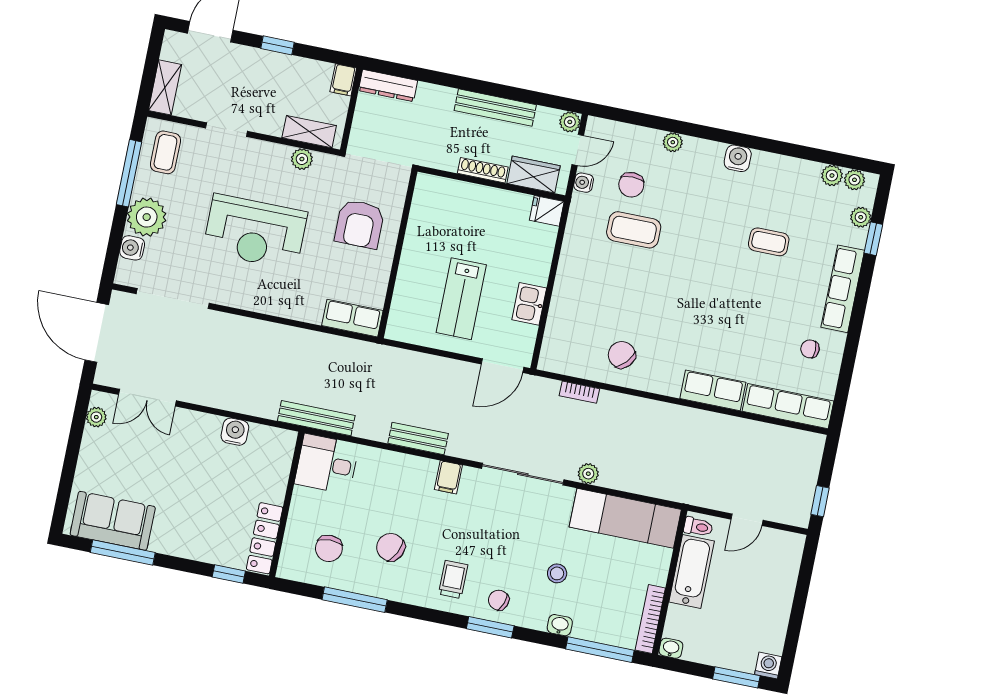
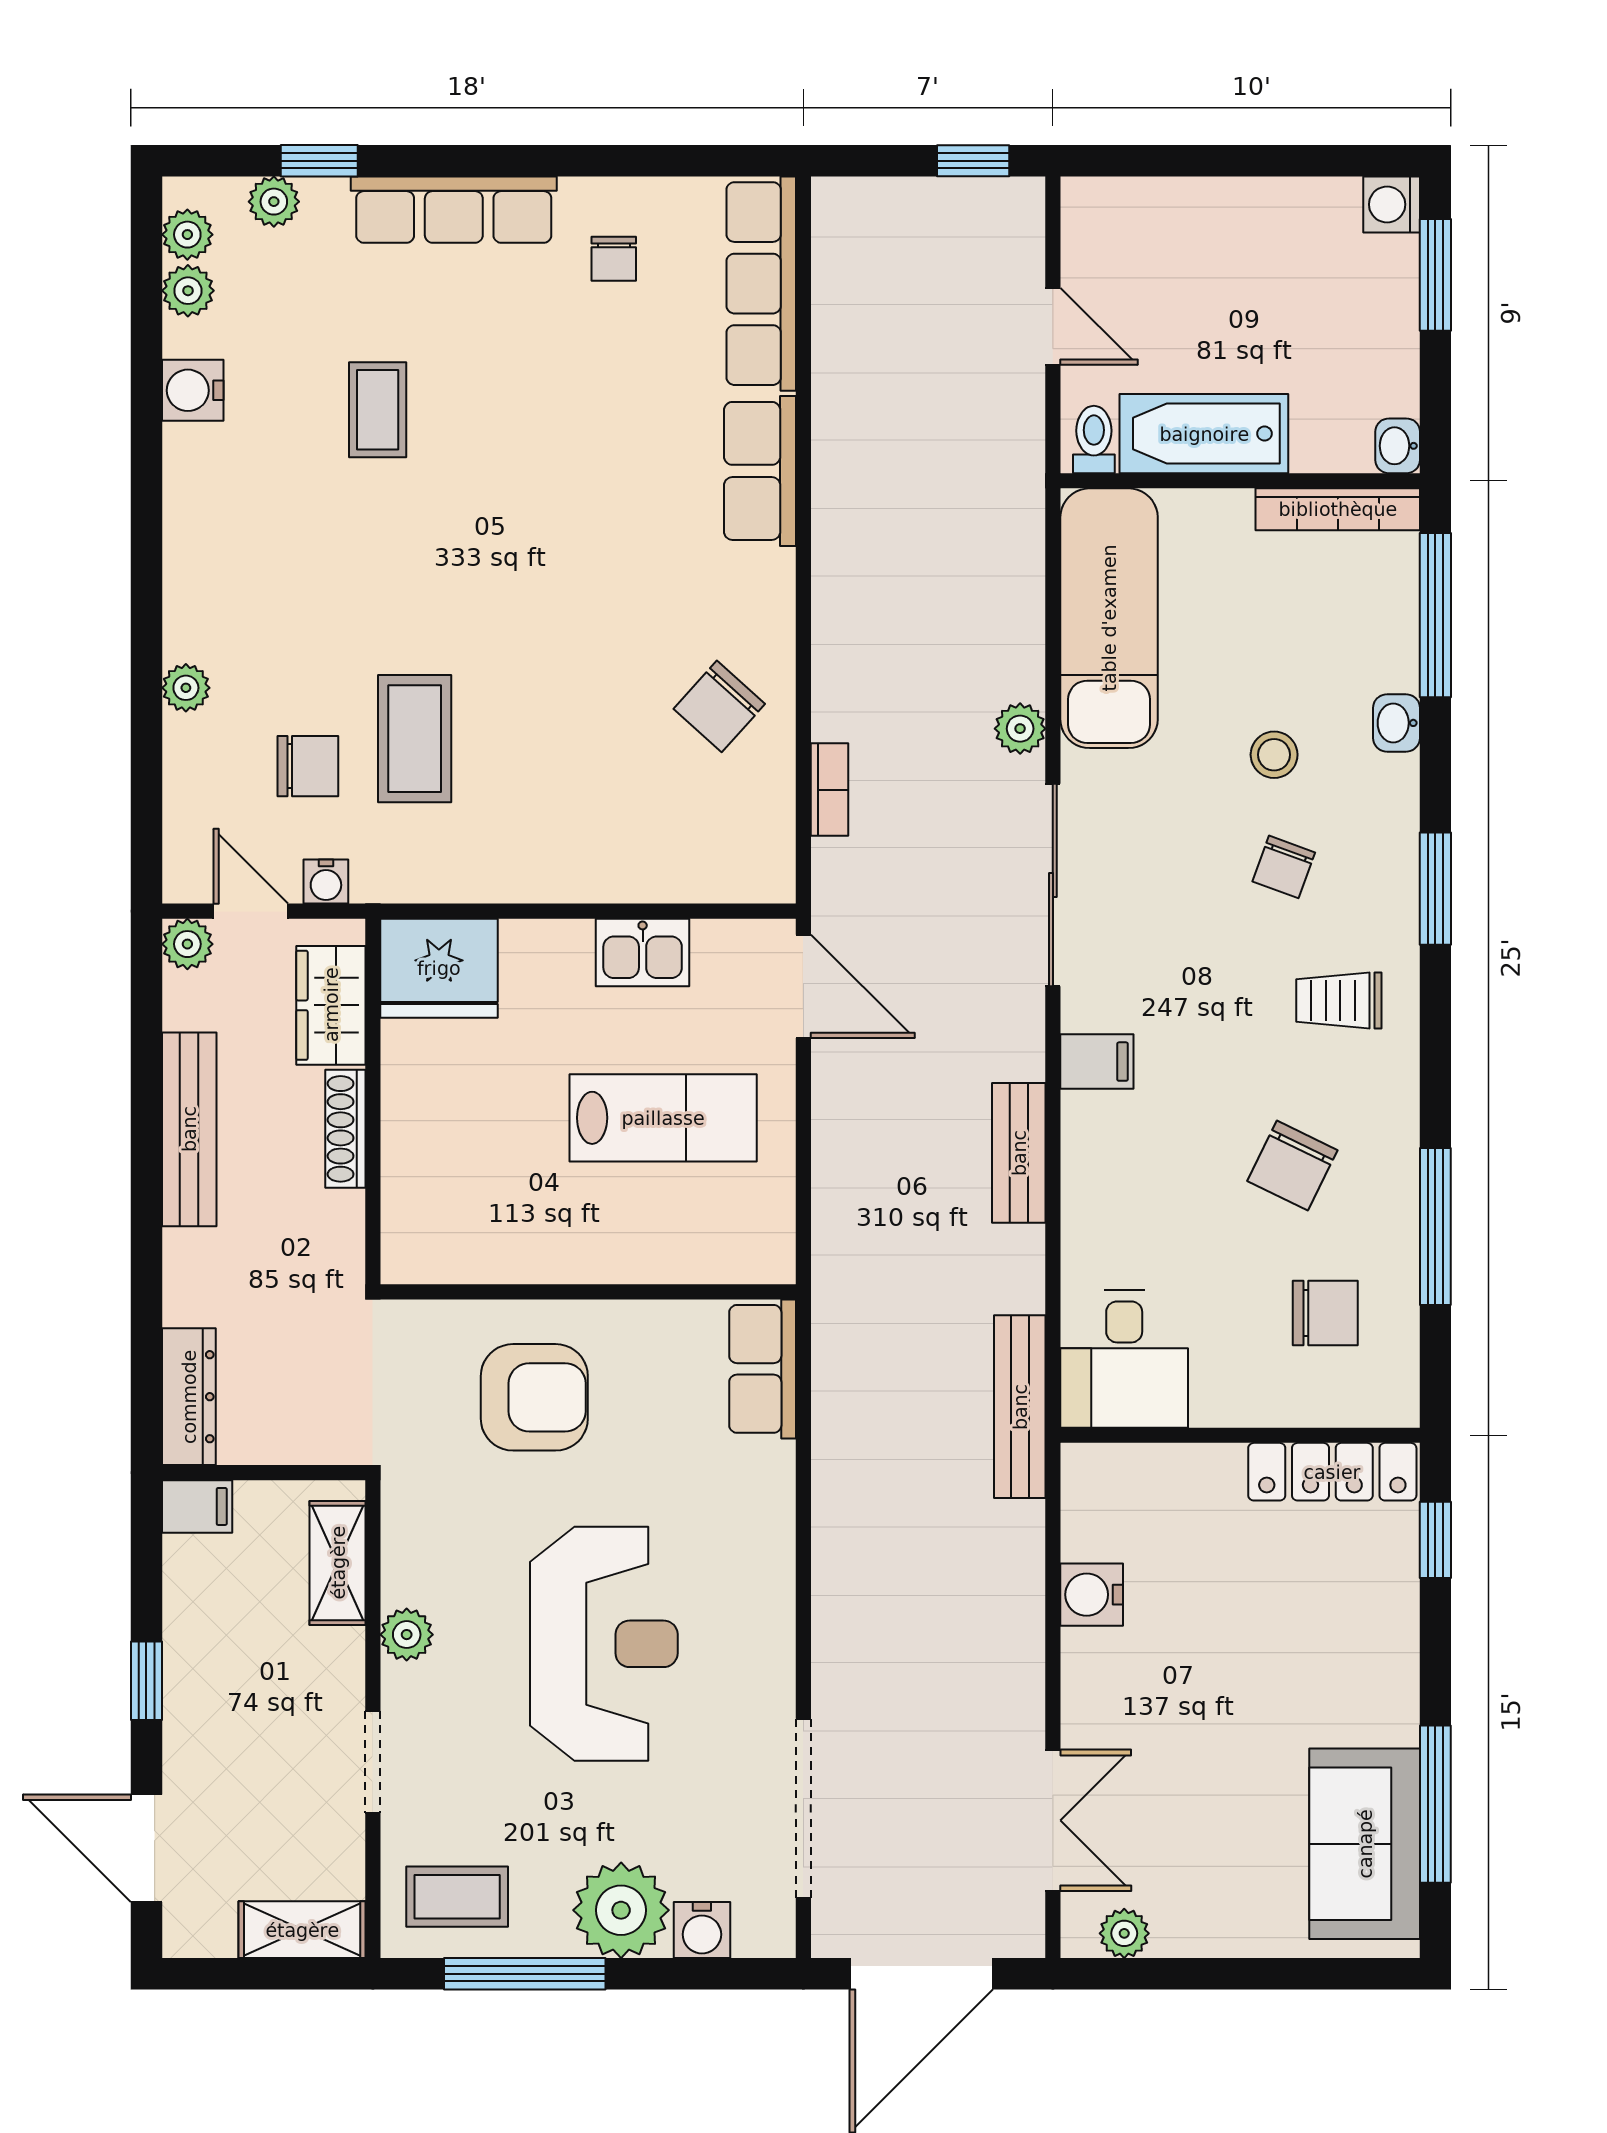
water cooler: (738, 158) -> (193, 390), moved
plant: (302, 159) -> (407, 1635), moved
fridge: (547, 211) -> (439, 968), width x1.88, depth x1.34
chair: (499, 600) -> (1284, 867), moved

